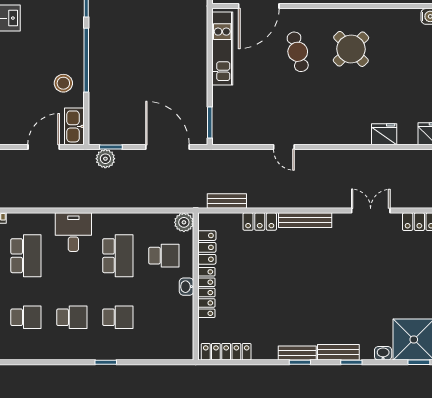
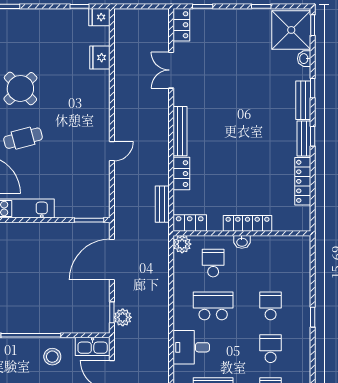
locker: (207, 247) -> (190, 223), moved
locker: (226, 352) -> (303, 181), moved

